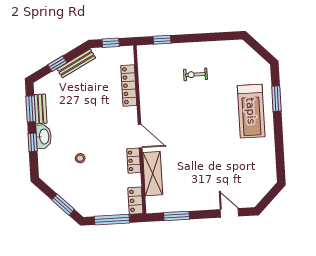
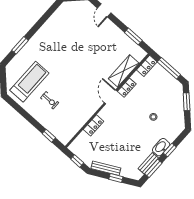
locker: (129, 86) -> (94, 125), width x0.66
treadmill: (251, 111) -> (29, 82), moved

